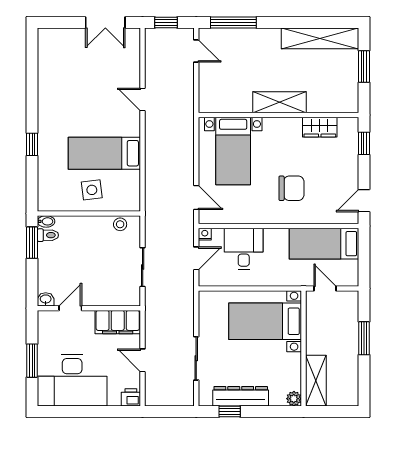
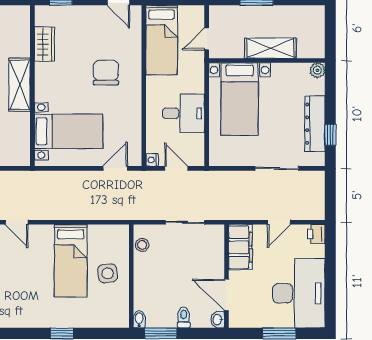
door: (143, 99) -> (17, 222), hinge flipped
toilet: (48, 235) -> (184, 317), moved
desk: (244, 249) -> (184, 113), moved, turned 180
door: (70, 308) -> (226, 295), width x1.38
shelving: (316, 381) -> (270, 48), moved

